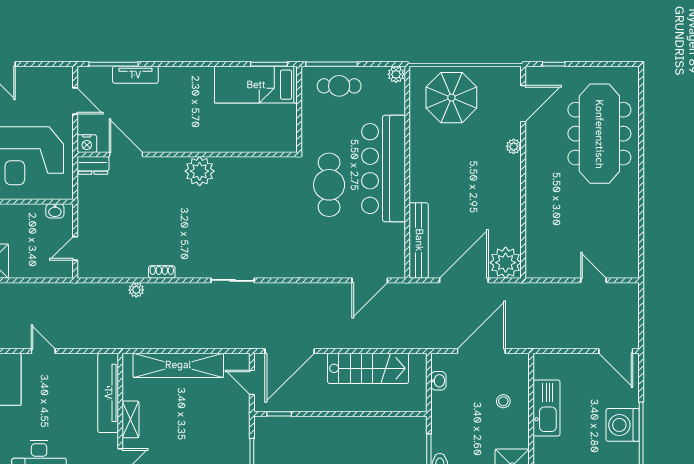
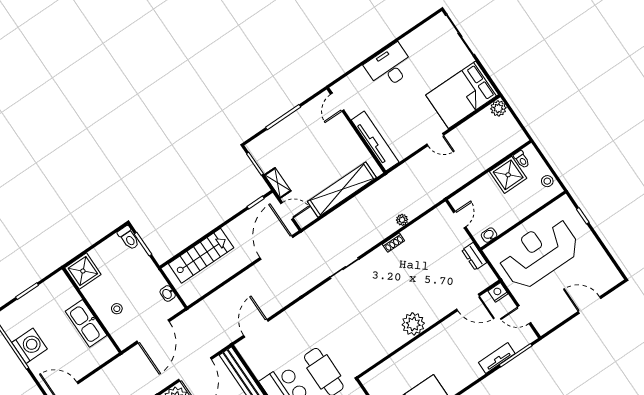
dresser: (93, 165) -> (474, 256), moved, turned -90
stairs: (368, 368) -> (201, 256), moved, turned 180
shelving: (131, 419) -> (278, 183), moved

